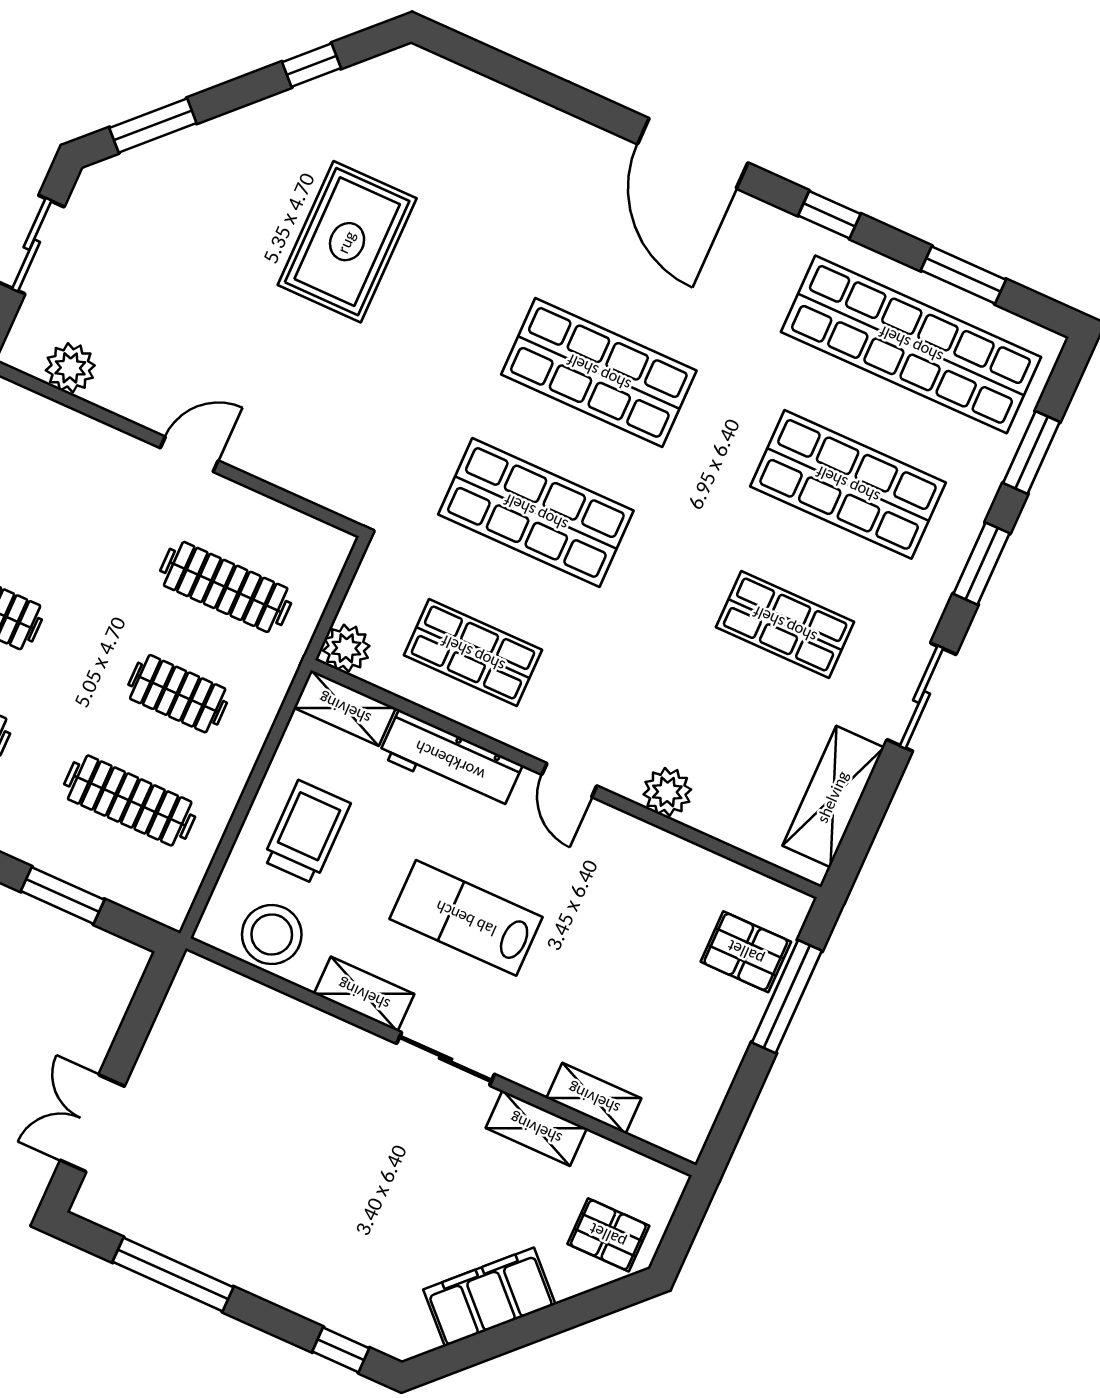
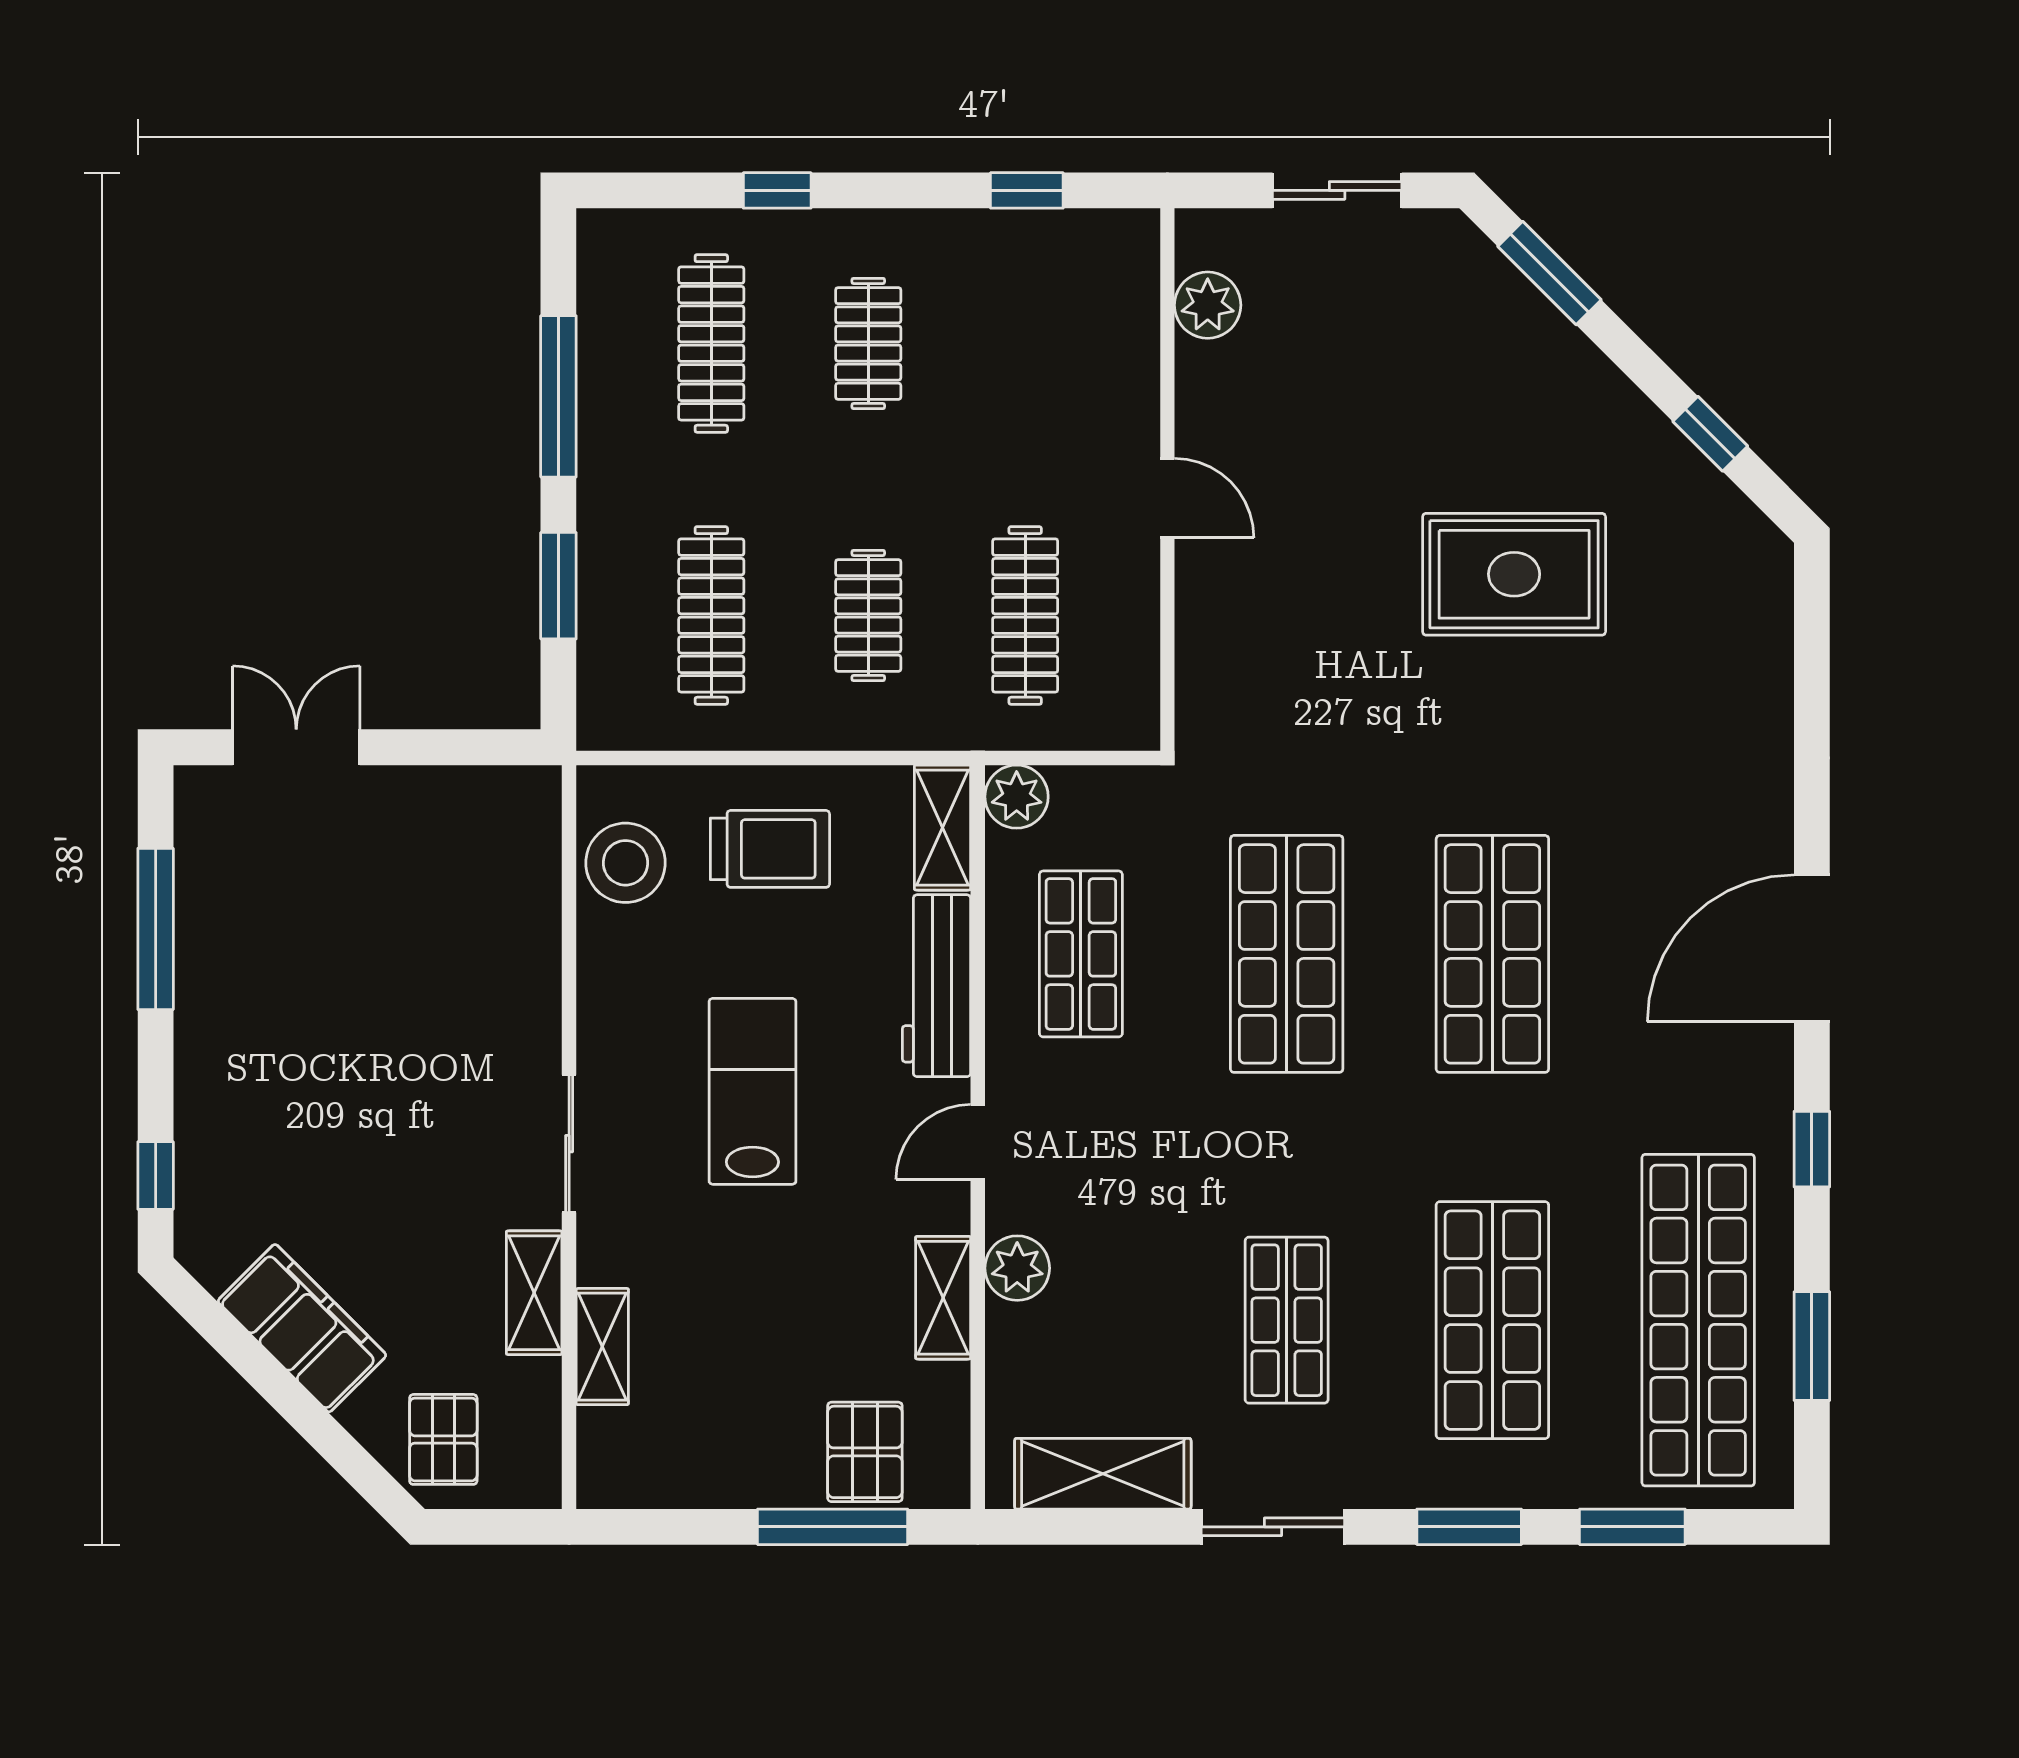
shelving: (364, 994) -> (943, 1298), moved

